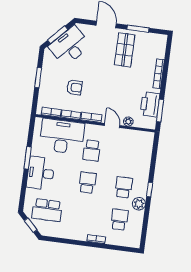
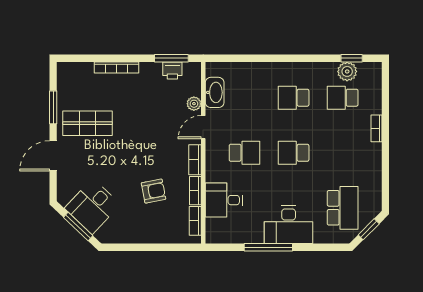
desk: (70, 46) -> (92, 206), width x0.73
window: (38, 78) -> (146, 247), removed
armchair: (74, 87) -> (154, 191), turned 79
printer: (150, 104) -> (172, 70), width x0.53, depth x0.68
desk: (62, 136) -> (224, 200), width x0.53, depth x0.77
washbasin: (134, 136) -> (215, 92), added
window: (28, 158) -> (268, 247), width x1.44
window: (150, 190) -> (352, 58), moved
plant: (139, 204) -> (347, 71), moved

